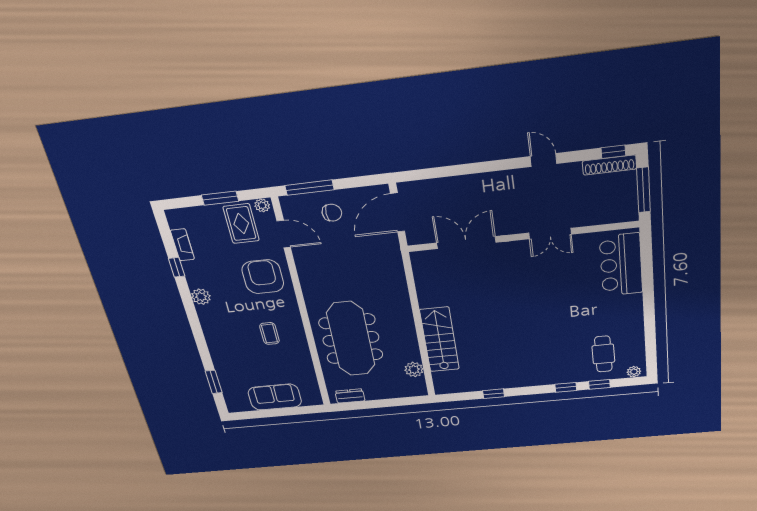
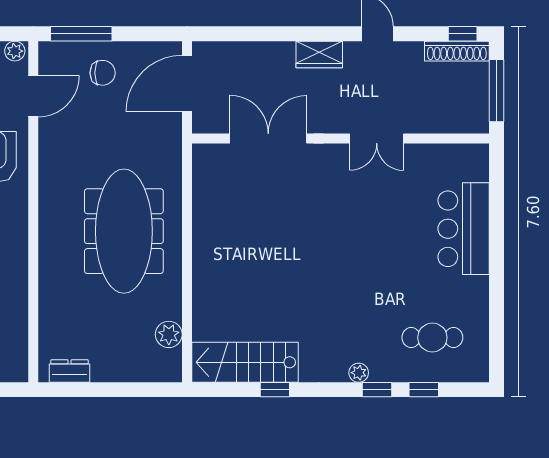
wardrobe: (498, 180) -> (319, 54), added
door: (284, 234) -> (33, 96), hinge flipped
bar counter: (621, 265) -> (464, 229), moved
meeting table: (351, 339) -> (124, 231), moved
stairs: (439, 340) -> (245, 362), moved, turned -90
cafe table: (603, 354) -> (432, 338), turned 90
plant: (634, 372) -> (359, 373), moved

